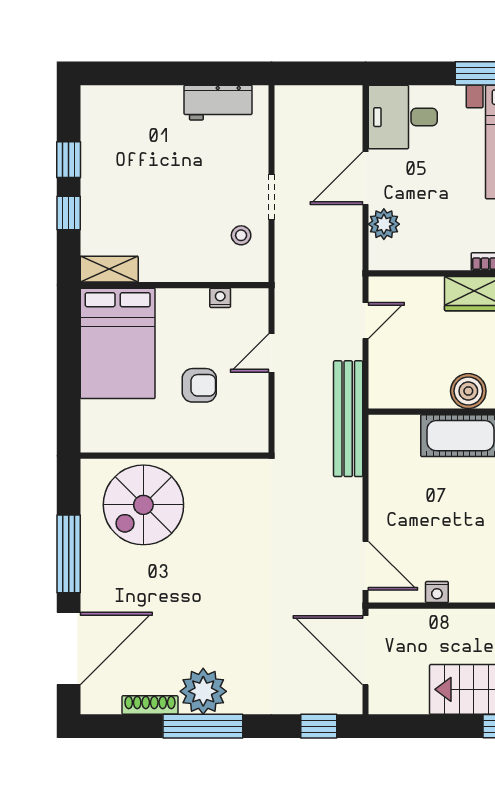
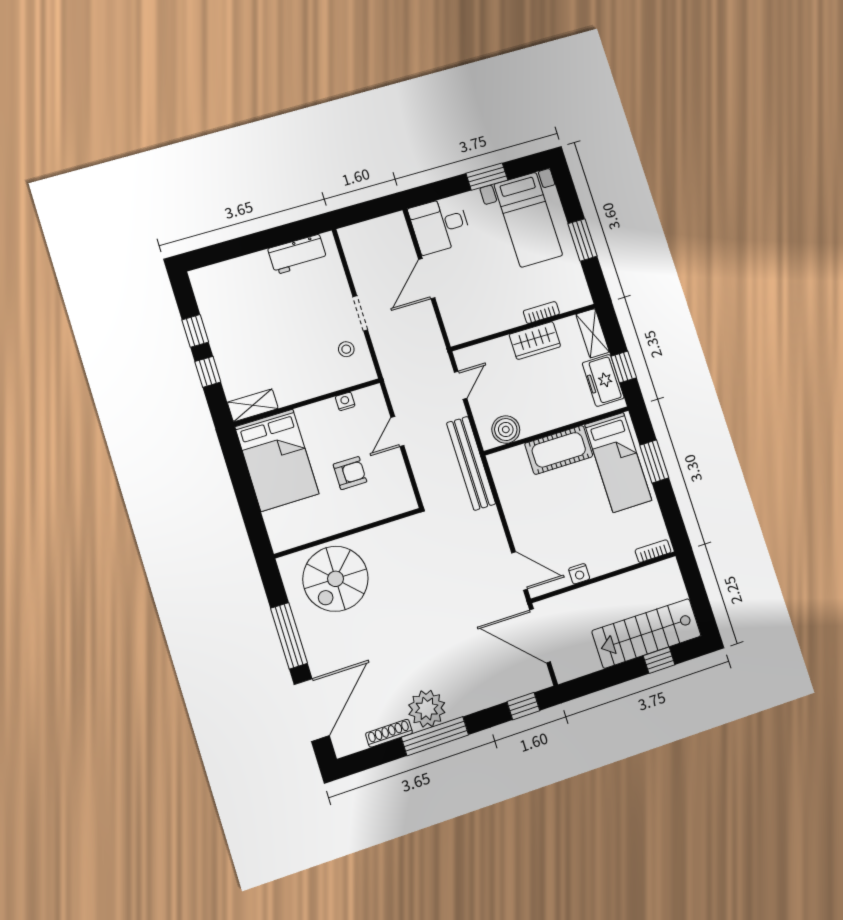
plant: (384, 224) -> (451, 309), removed
boiler: (468, 391) -> (506, 430), moved

